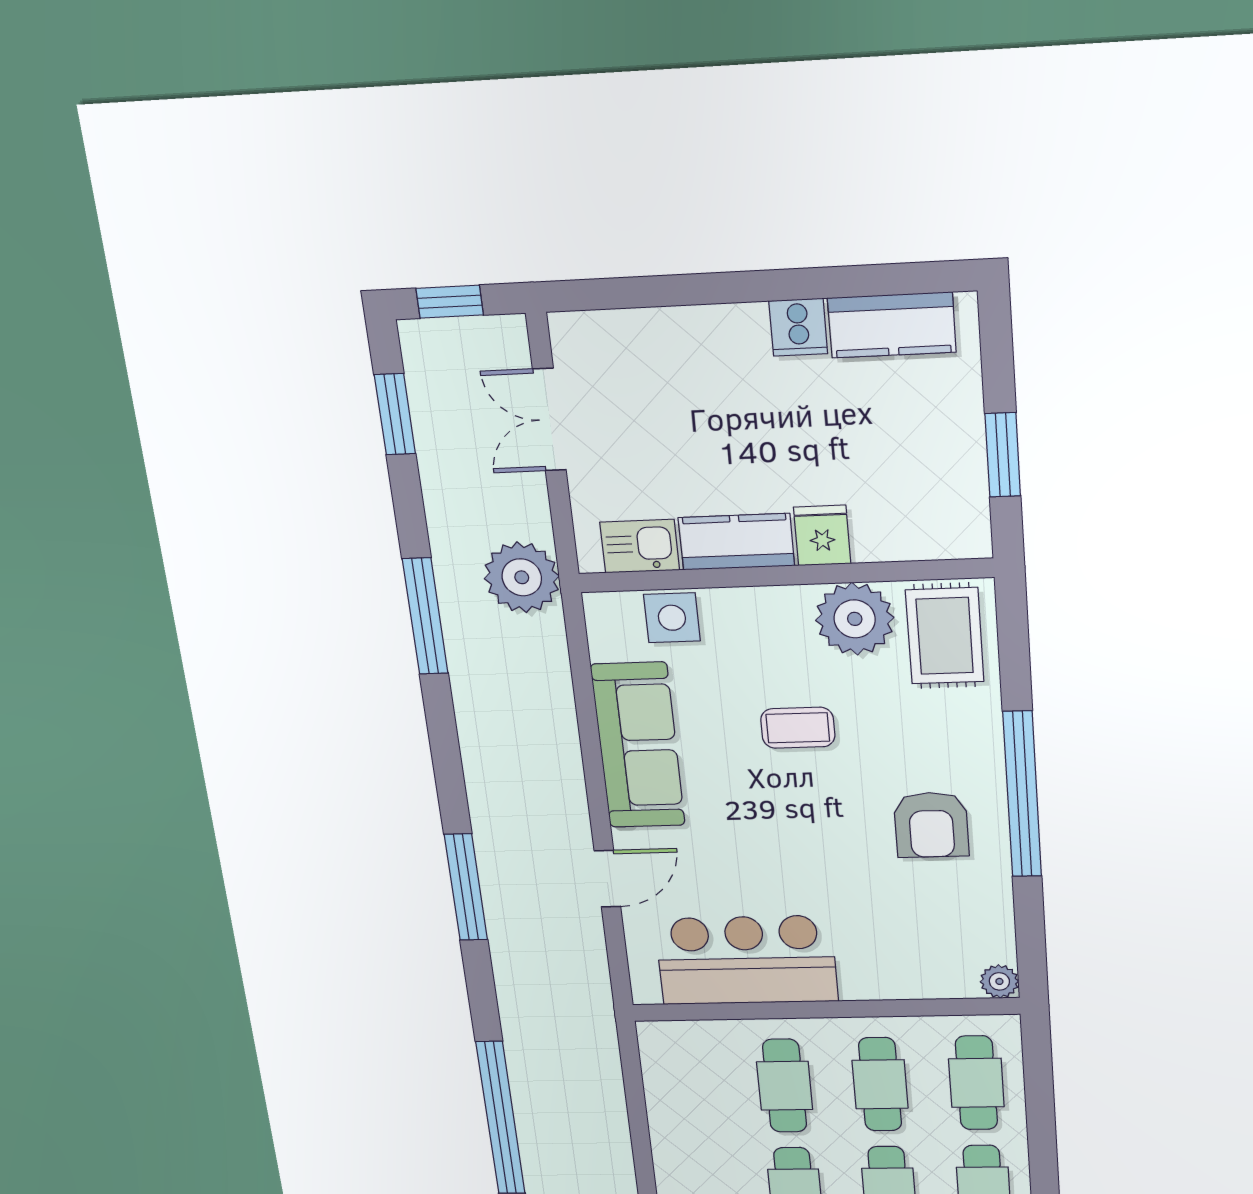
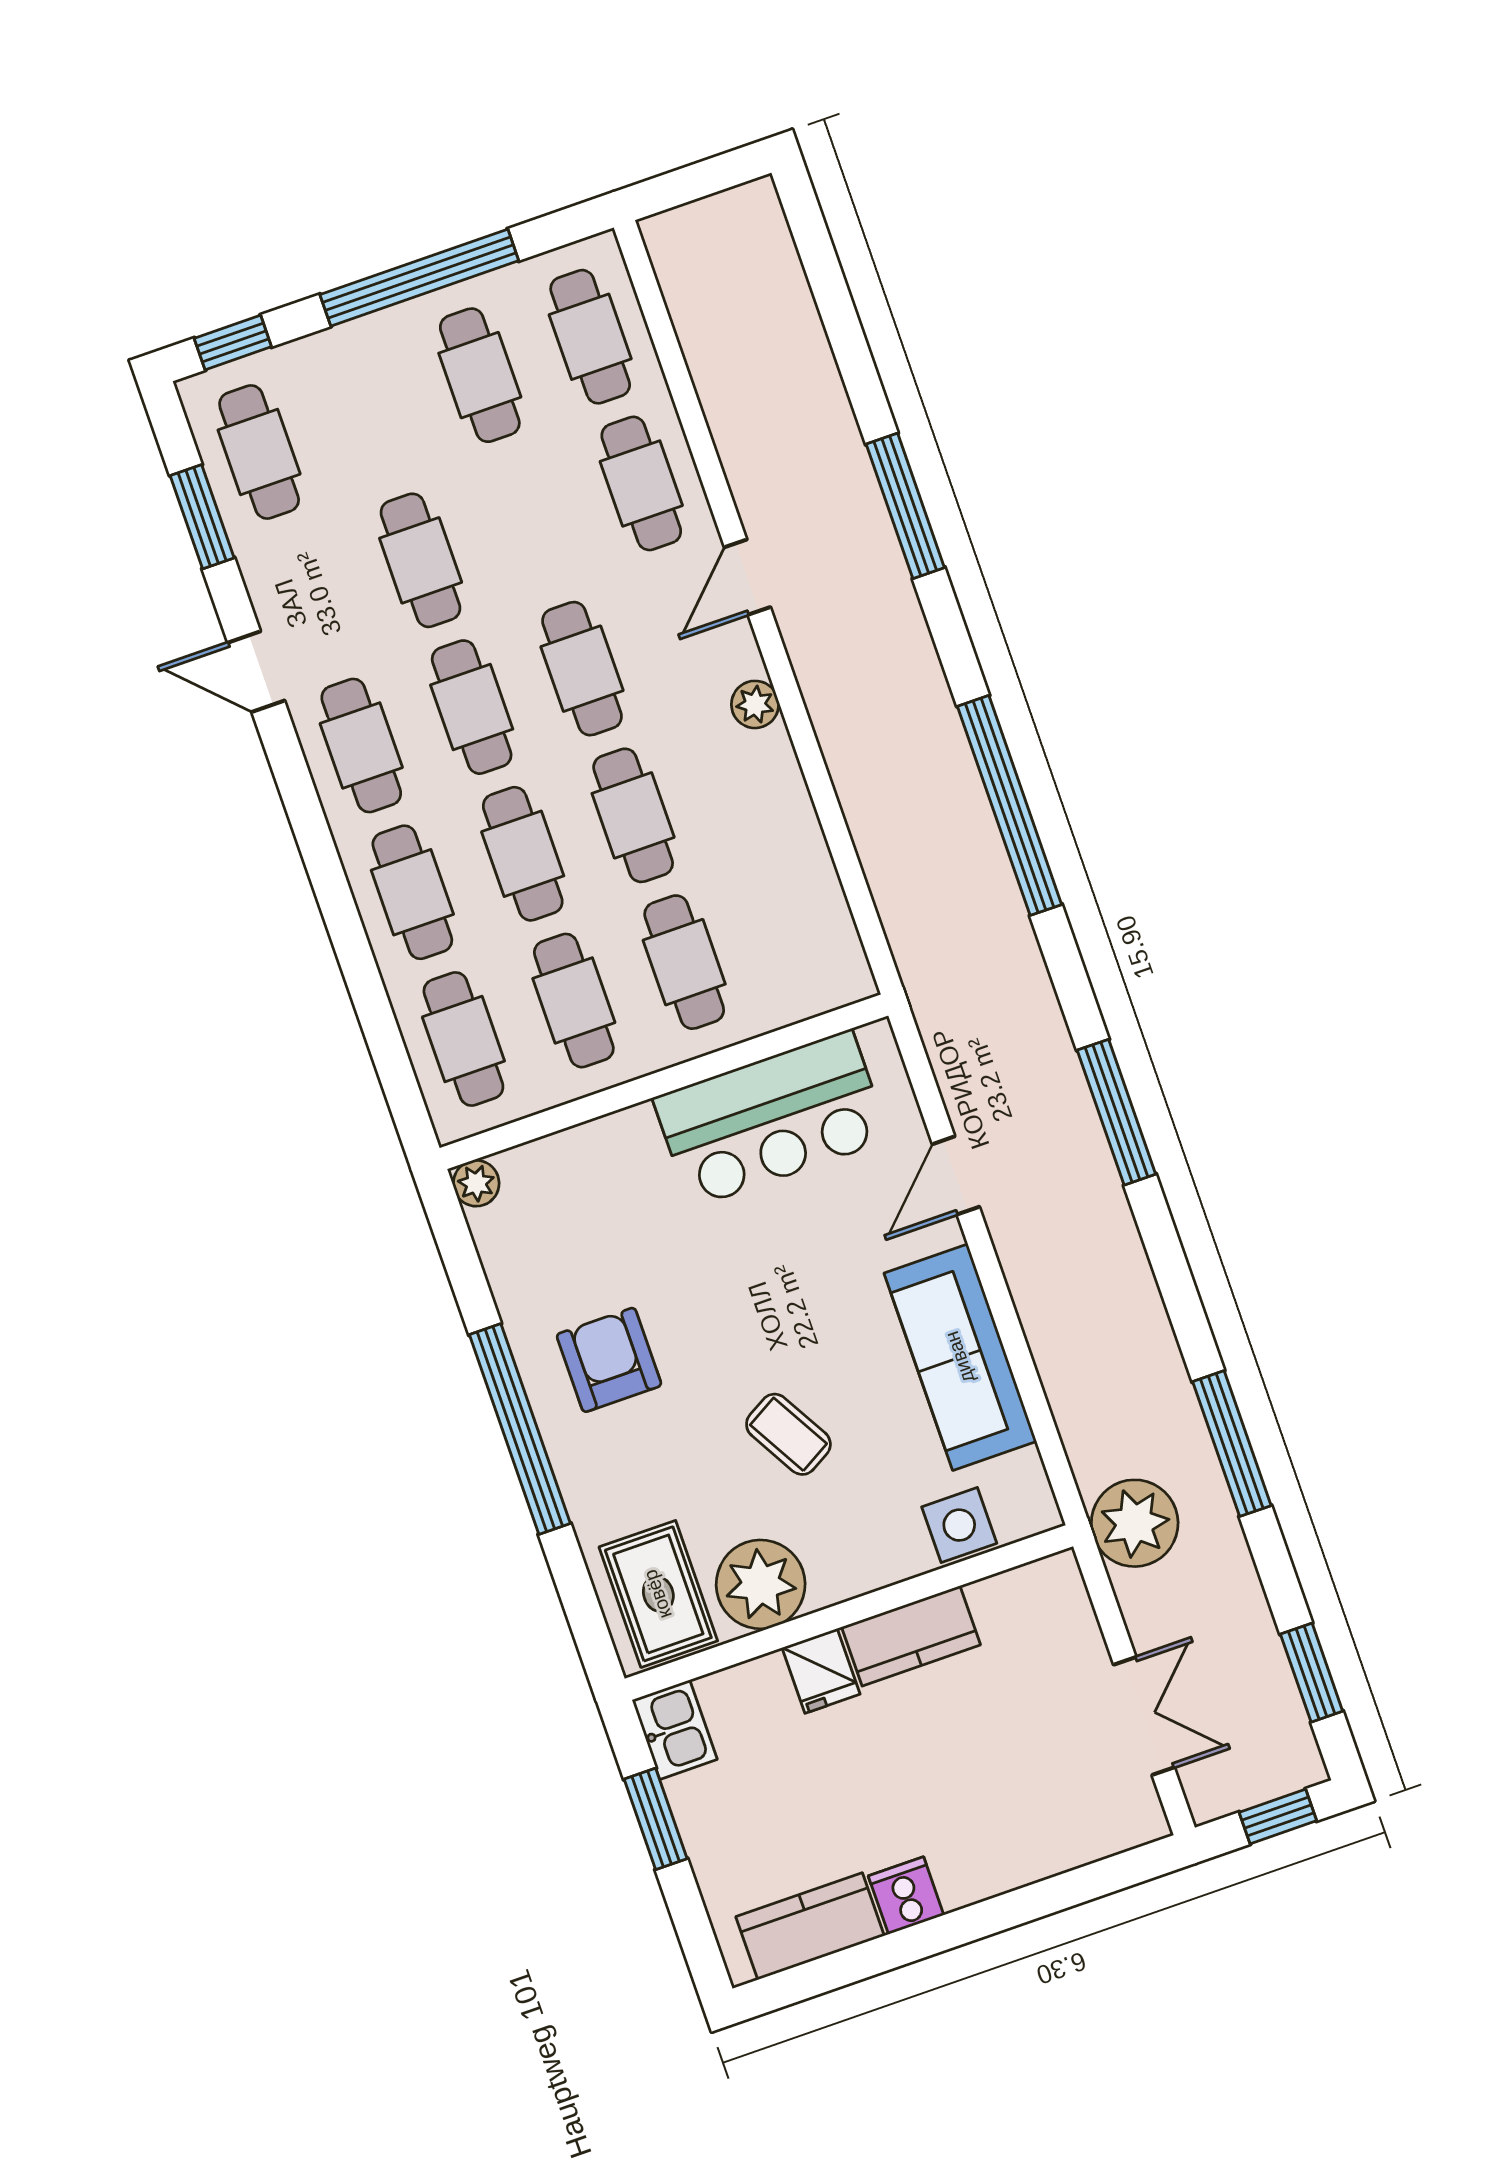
kitchen sink: (640, 546) -> (675, 1730), moved, turned -90
coffee table: (798, 728) -> (788, 1434), turned 60

